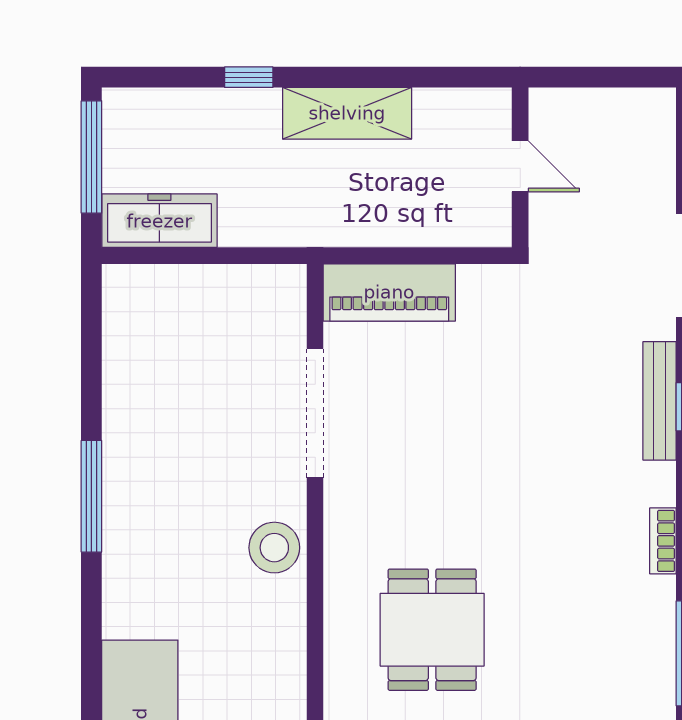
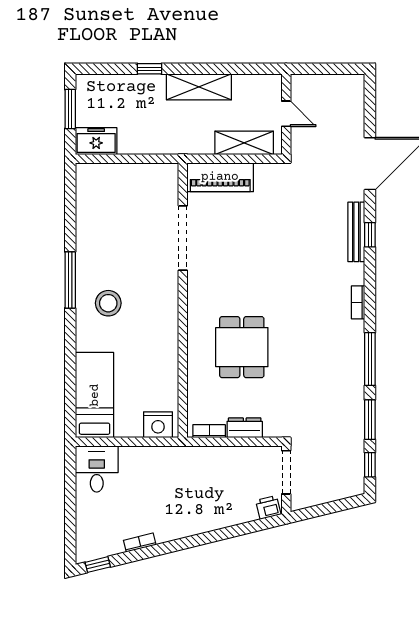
window: (91, 157) -> (70, 109), width x0.69
freezer: (159, 221) -> (96, 141), width x0.71
shelving: (437, 224) -> (244, 143), added
stool: (274, 548) -> (108, 303), moved

